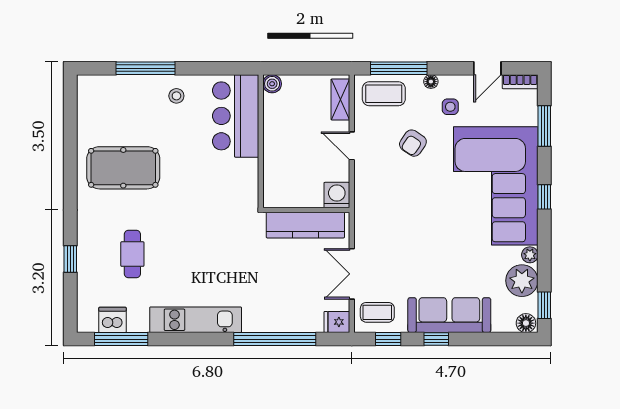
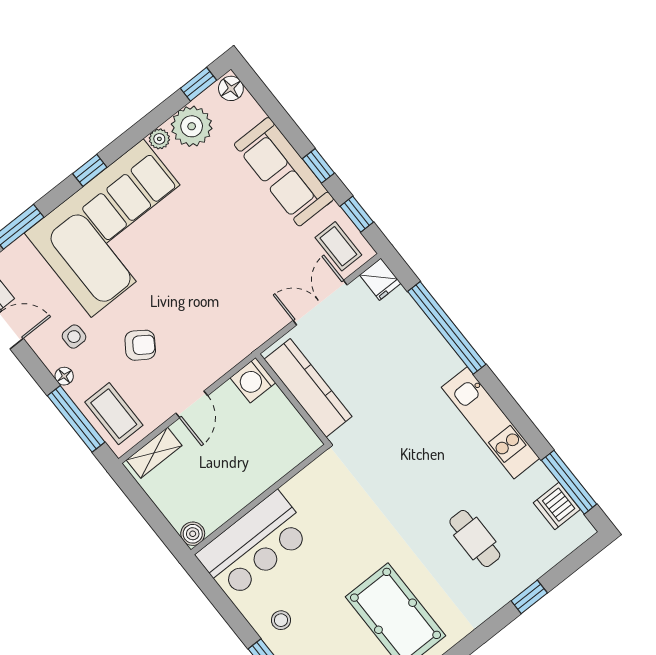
cafe table: (132, 254) -> (475, 538), turned 90
double door: (352, 274) -> (320, 303), swing flipped

